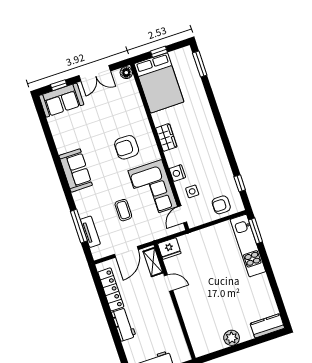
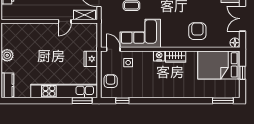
armchair: (127, 147) -> (197, 31), moved
nightstand: (177, 173) -> (159, 56), moved
kitchen unit: (248, 246) -> (64, 91), width x1.36
fridge: (169, 248) -> (91, 59), moved

